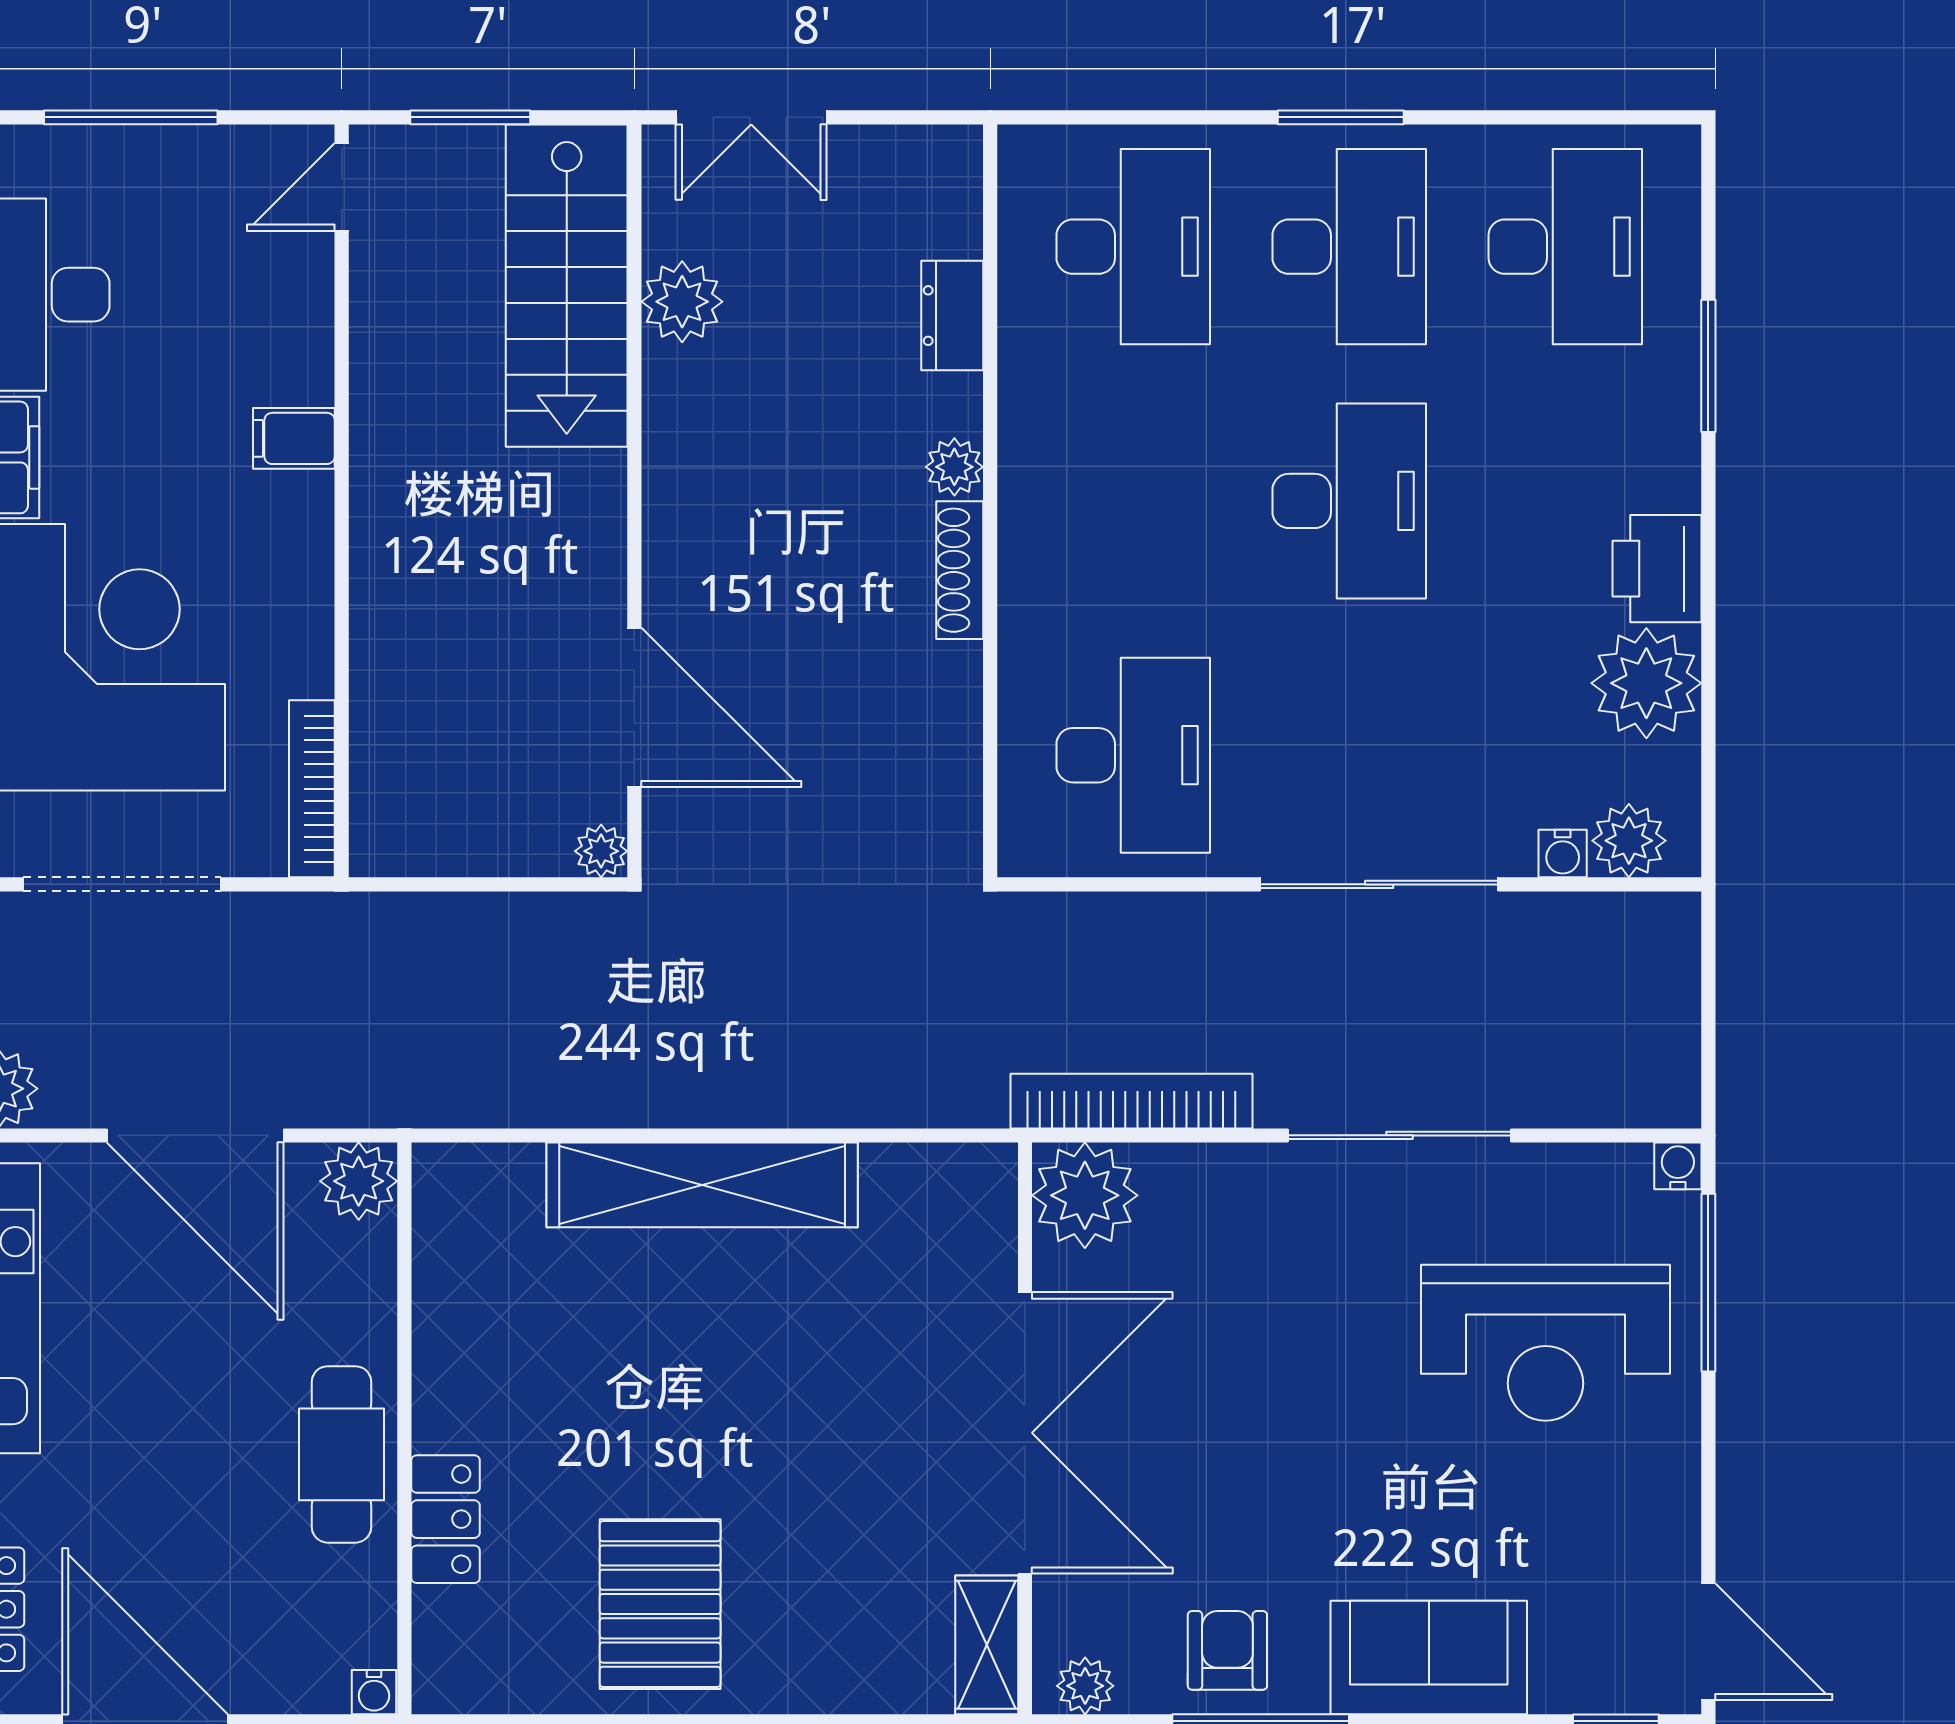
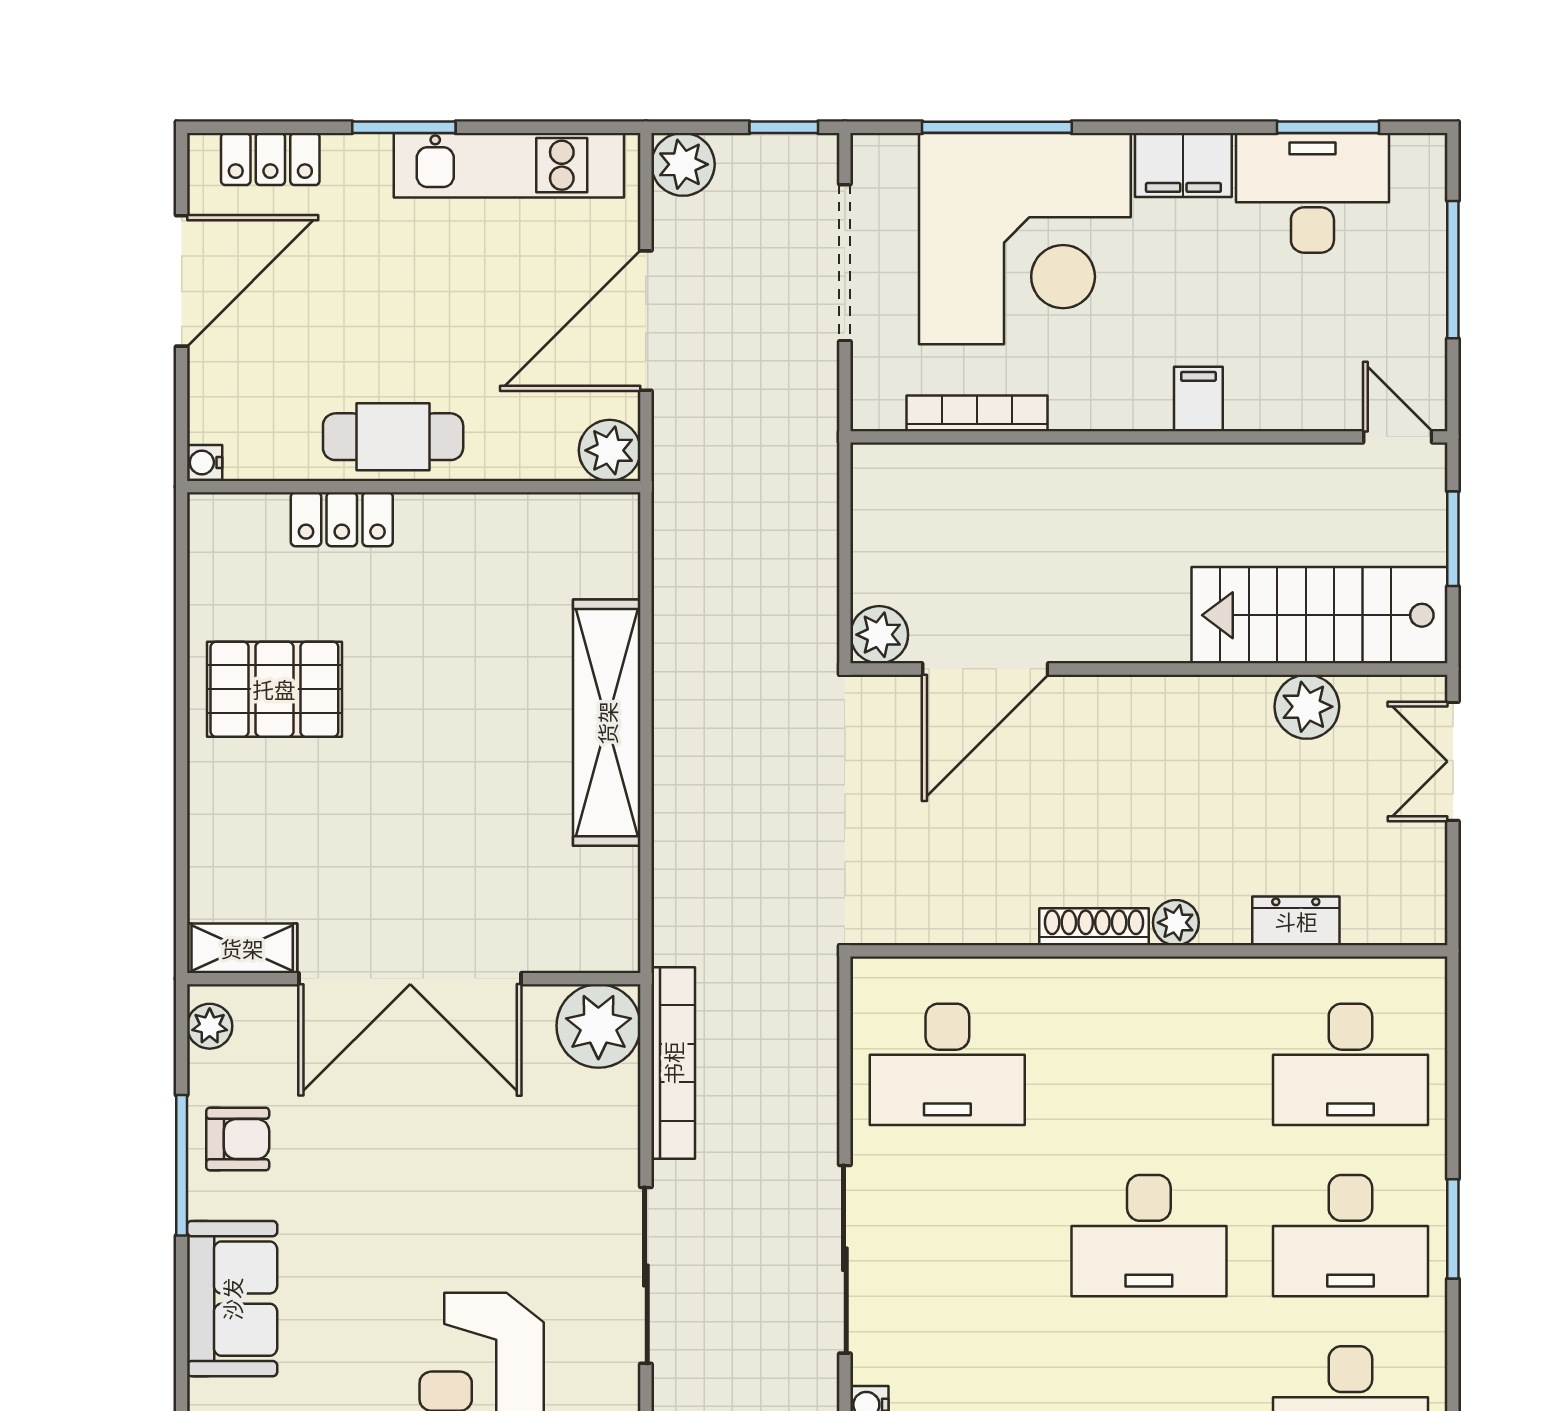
bookcase: (312, 789) -> (977, 413), moved
plant: (601, 851) -> (879, 635), width x1.38, depth x1.38

